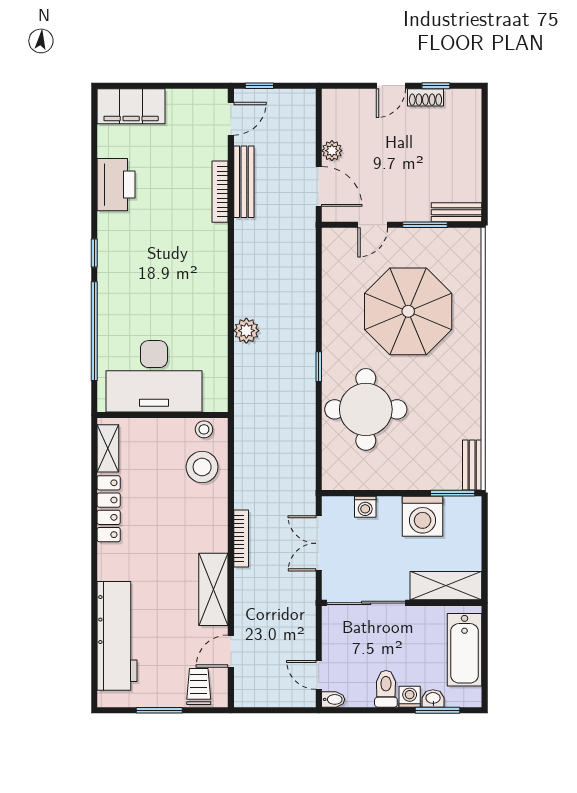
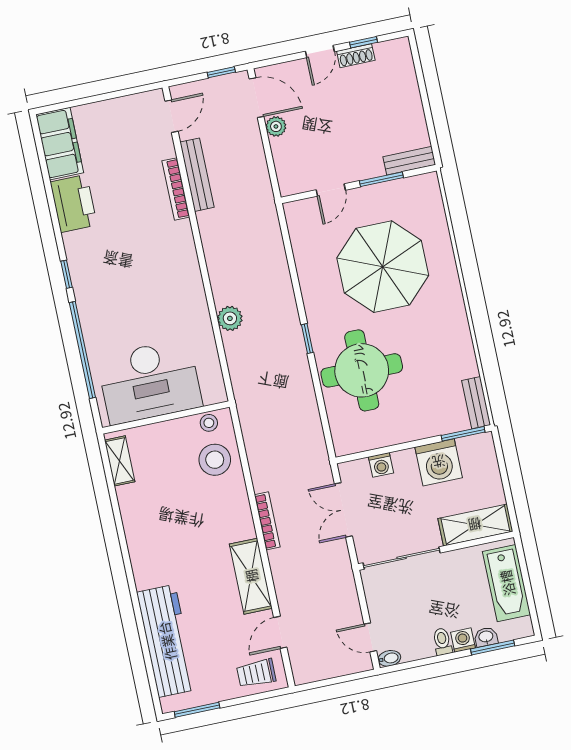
window: (259, 86) -> (221, 72), moved
filing cabinet: (131, 106) -> (60, 144), moved, turned -90
door: (319, 186) -> (257, 98), moved
locker: (109, 509) -> (133, 519), removed
trolley: (199, 687) -> (256, 673), turned -90
toilet: (386, 689) -> (442, 642), width x0.73, depth x0.72
window: (159, 710) -> (197, 710), moved

